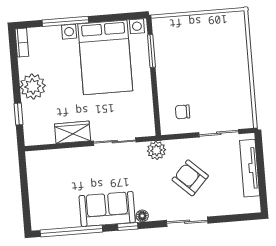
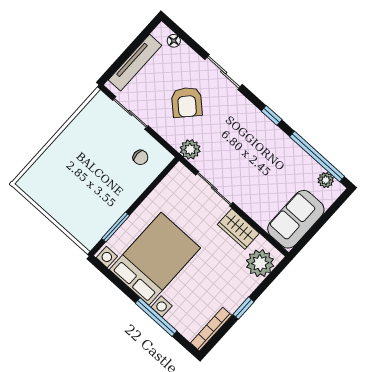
bookcase: (22, 43) -> (211, 329), width x1.56
plant: (33, 86) -> (260, 263), moved
window: (18, 114) -> (243, 308), moved
sofa: (107, 209) -> (296, 219), moved, turned 90
floor lamp: (142, 216) -> (174, 41), moved
plant: (50, 222) -> (326, 180), added

